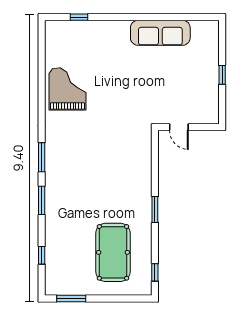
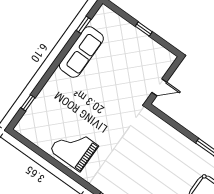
window: (187, 17) -> (84, 25), added

